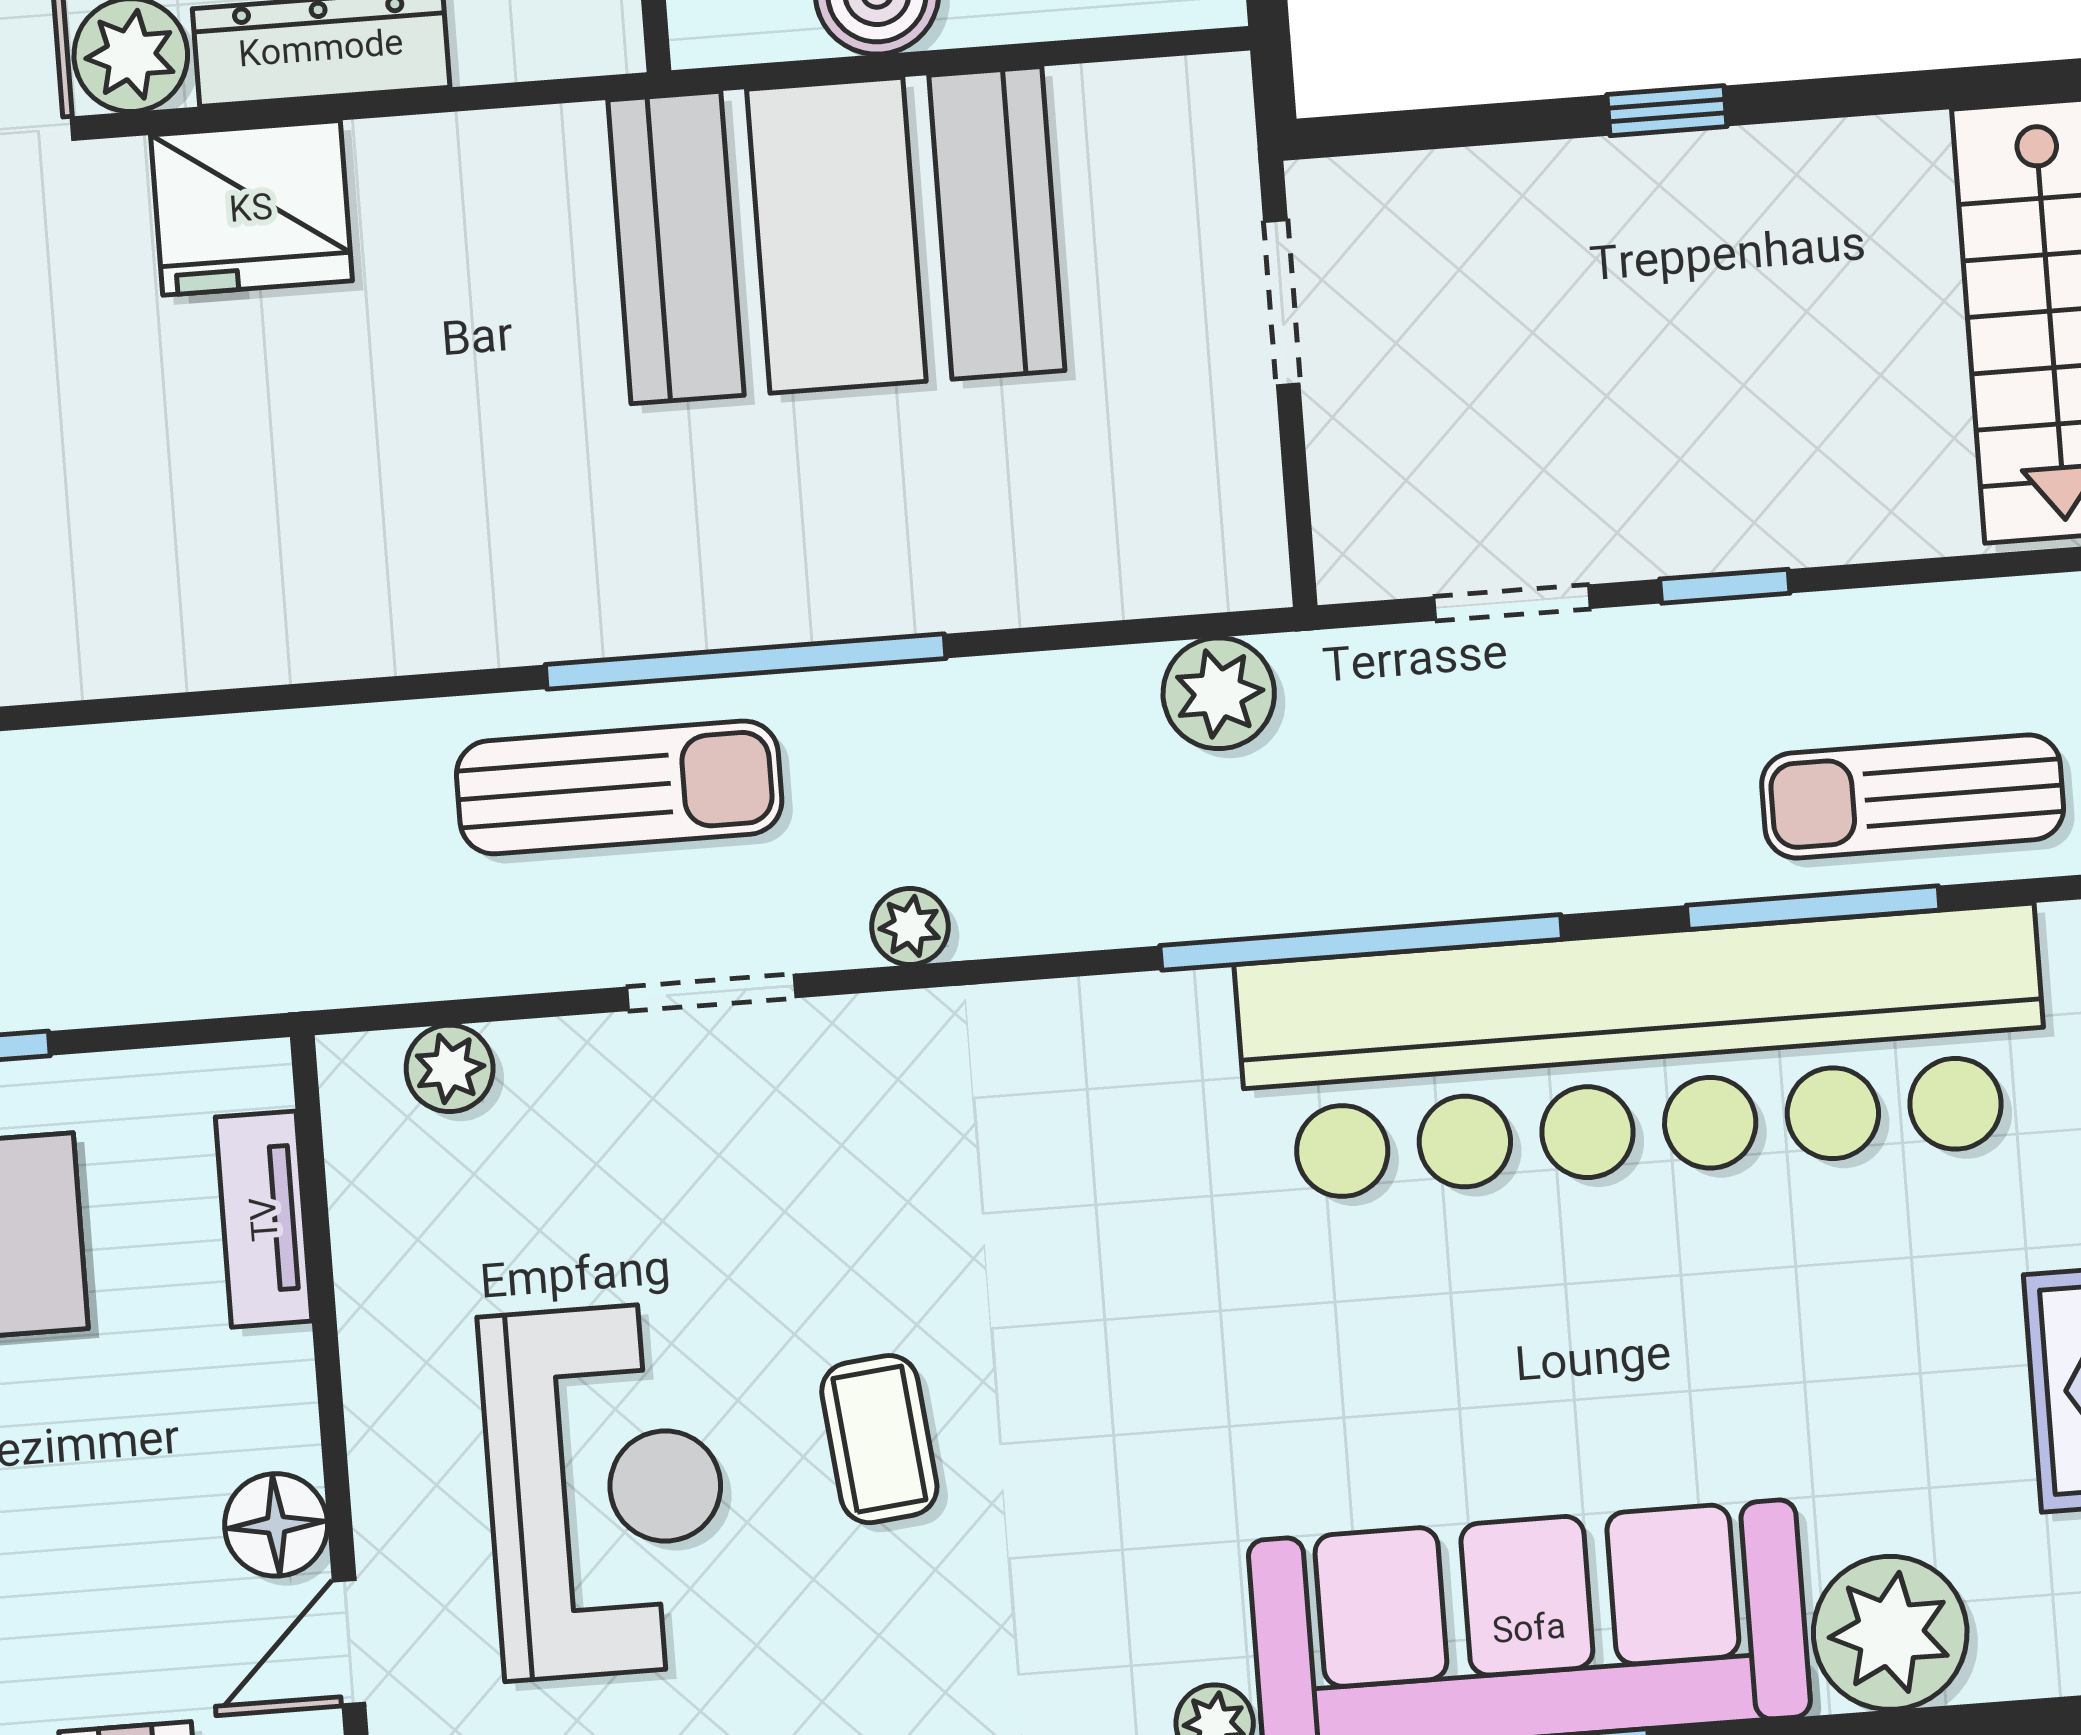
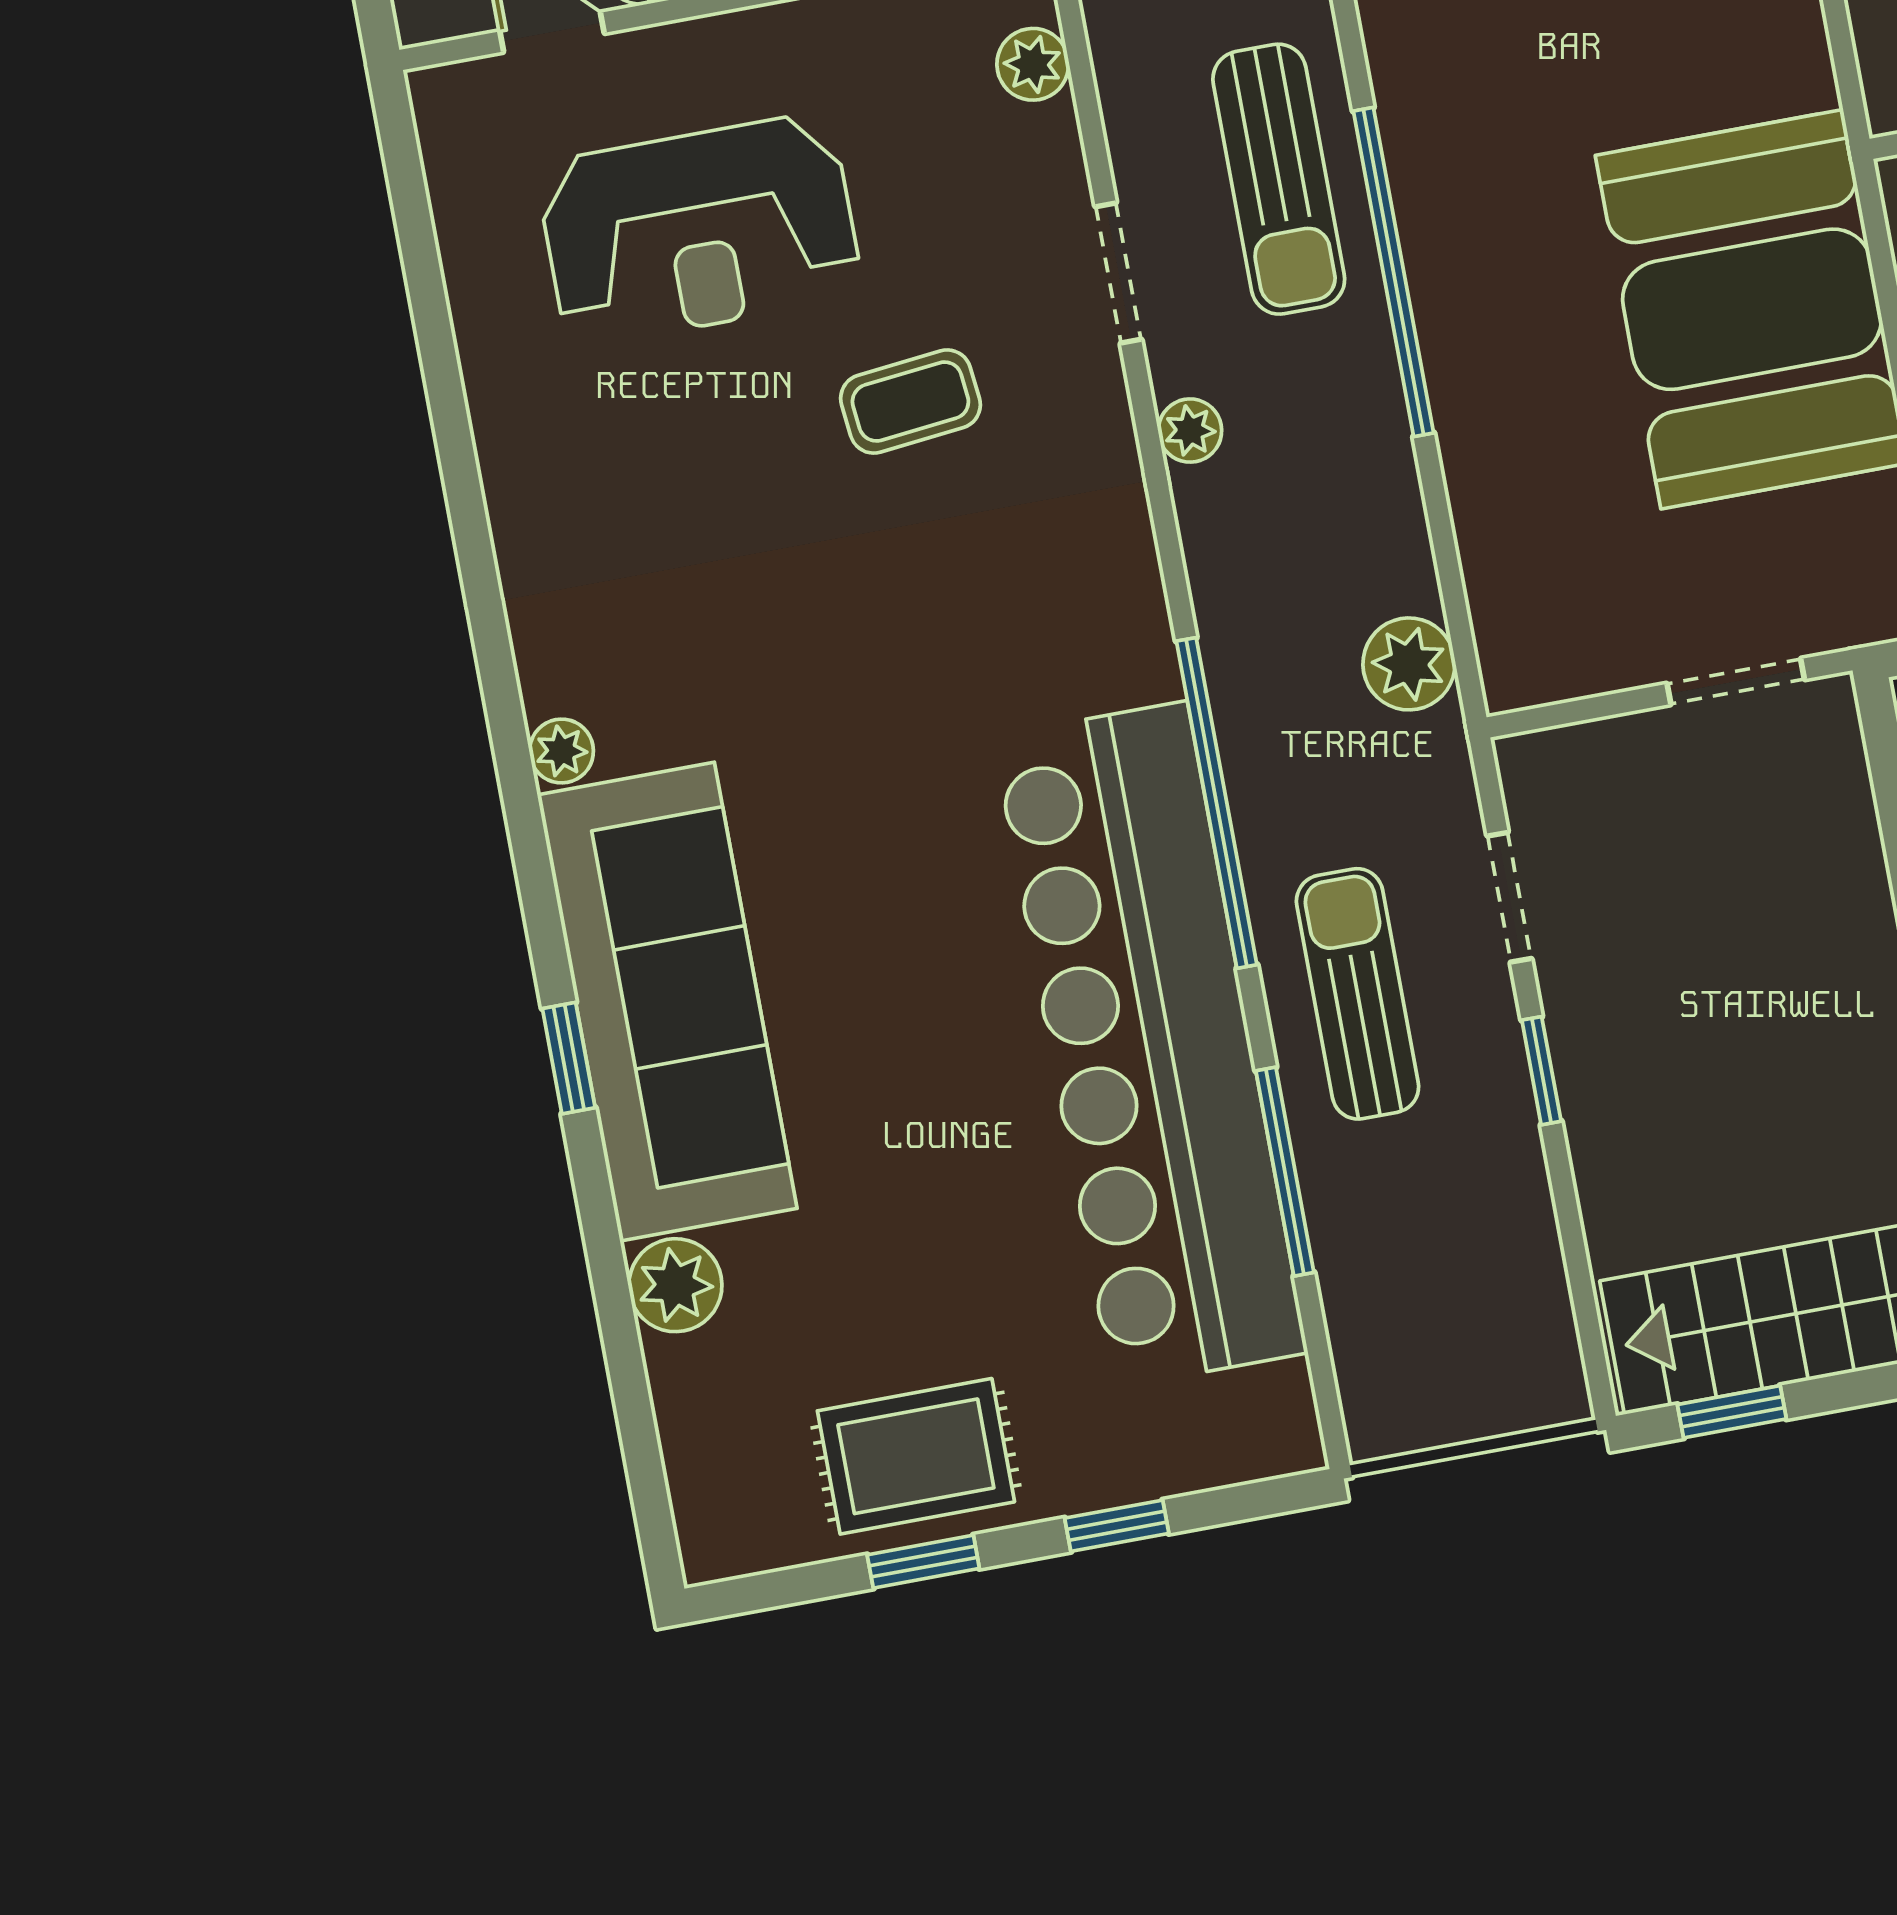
sun lounger: (1913, 796) -> (1358, 994), moved
coffee table: (879, 1439) -> (910, 402), moved
plant: (1890, 1633) -> (675, 1285), width x0.73, depth x0.73

